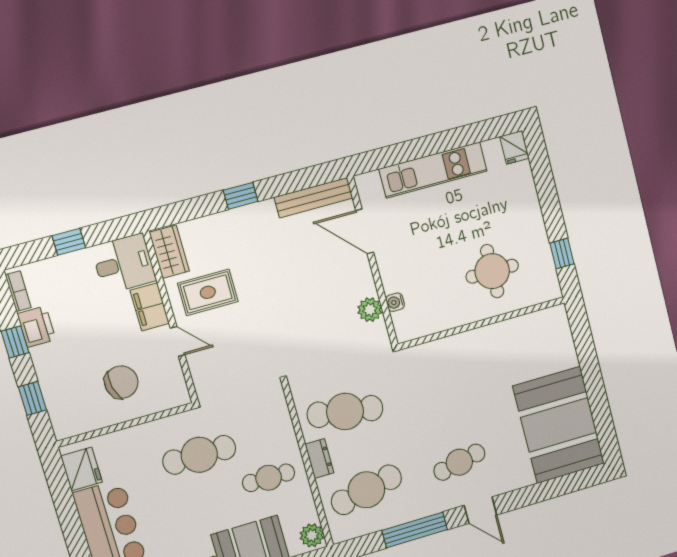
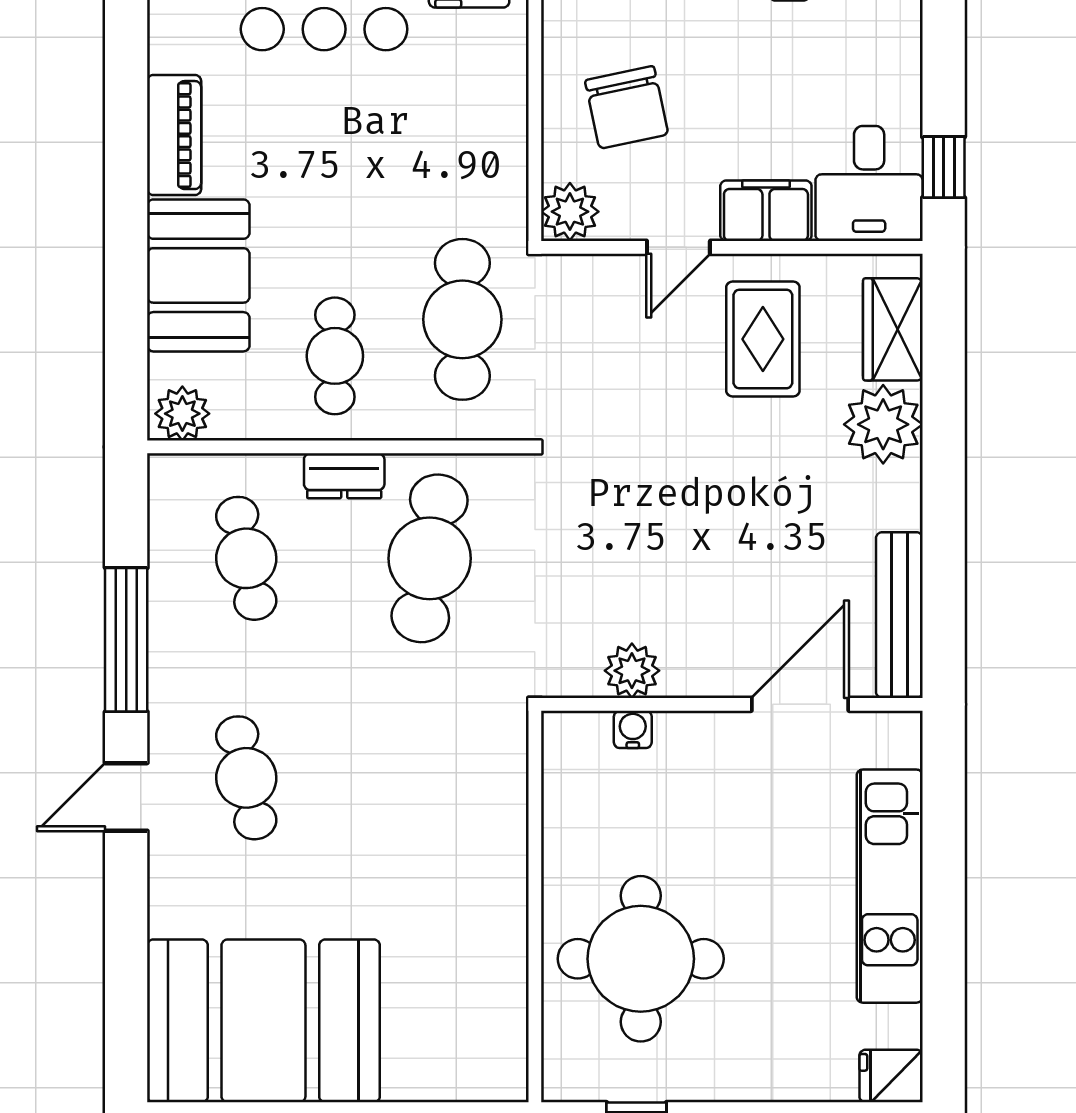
window: (241, 196) -> (944, 463), removed
plant: (231, 228) -> (883, 424), added
window: (69, 242) -> (944, 167), moved
wardrobe: (169, 252) -> (893, 329), moved, turned 90
round table: (492, 271) -> (641, 959), width x1.36, depth x1.36
plant: (175, 394) -> (570, 212), added
cafe table: (199, 455) -> (462, 319), moved
cafe table: (366, 490) -> (246, 558), width x0.73, depth x0.74

